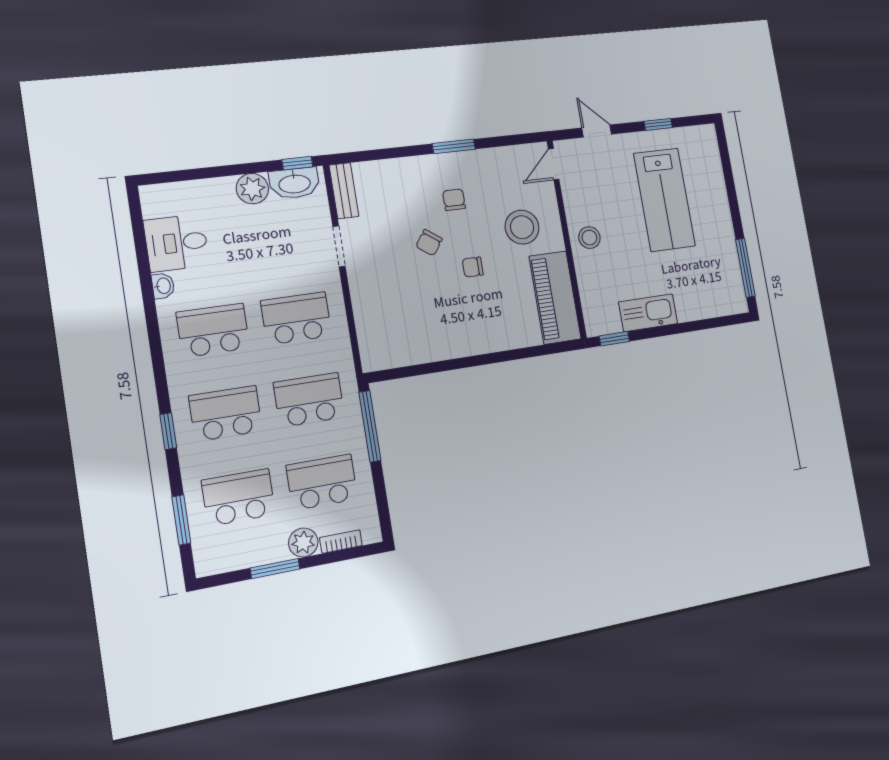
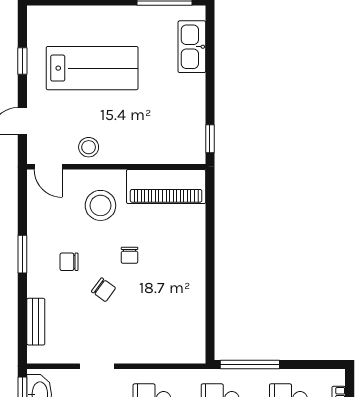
bench: (344, 191) -> (36, 322), moved, turned 90
stool: (589, 238) -> (89, 147), moved
kitchen sink: (648, 313) -> (192, 47), moved

